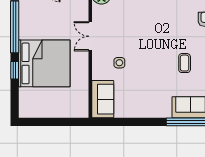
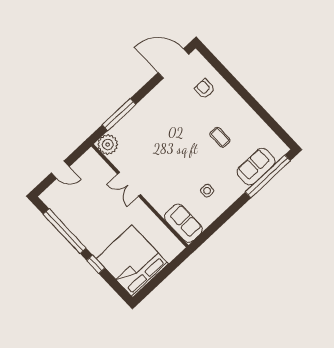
bed: (44, 63) -> (132, 261), moved, turned -90
side table: (119, 63) -> (207, 191), moved

